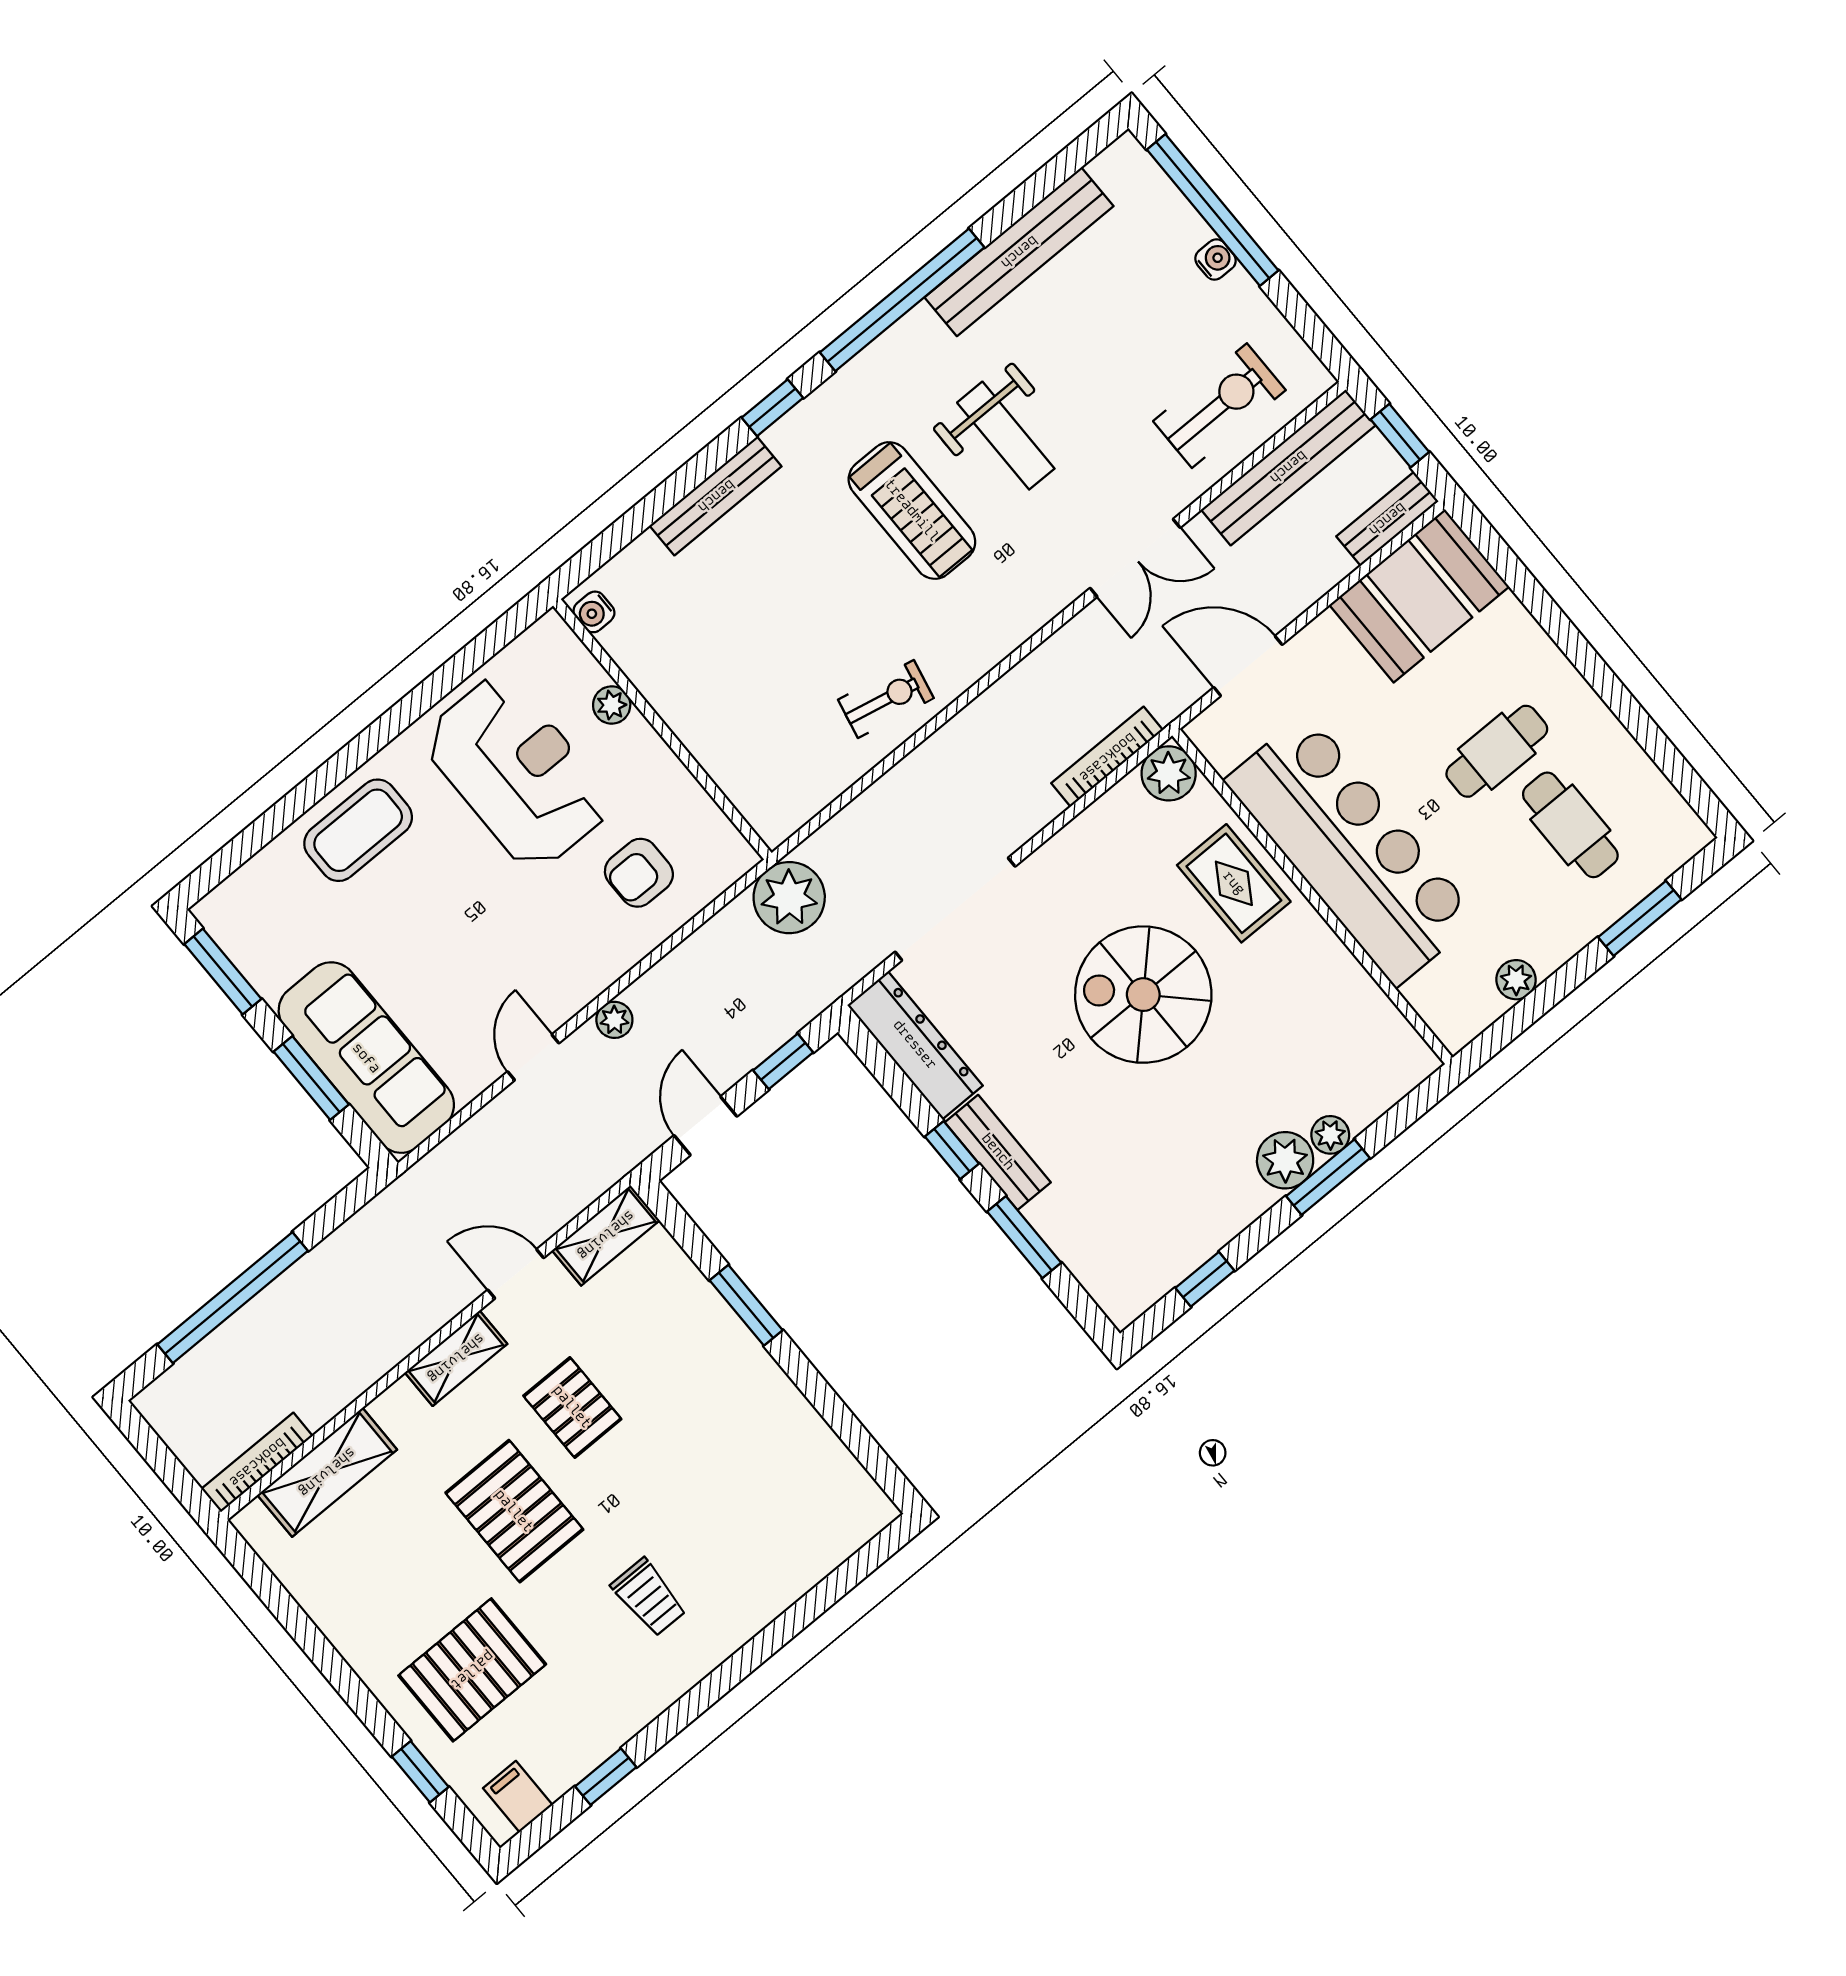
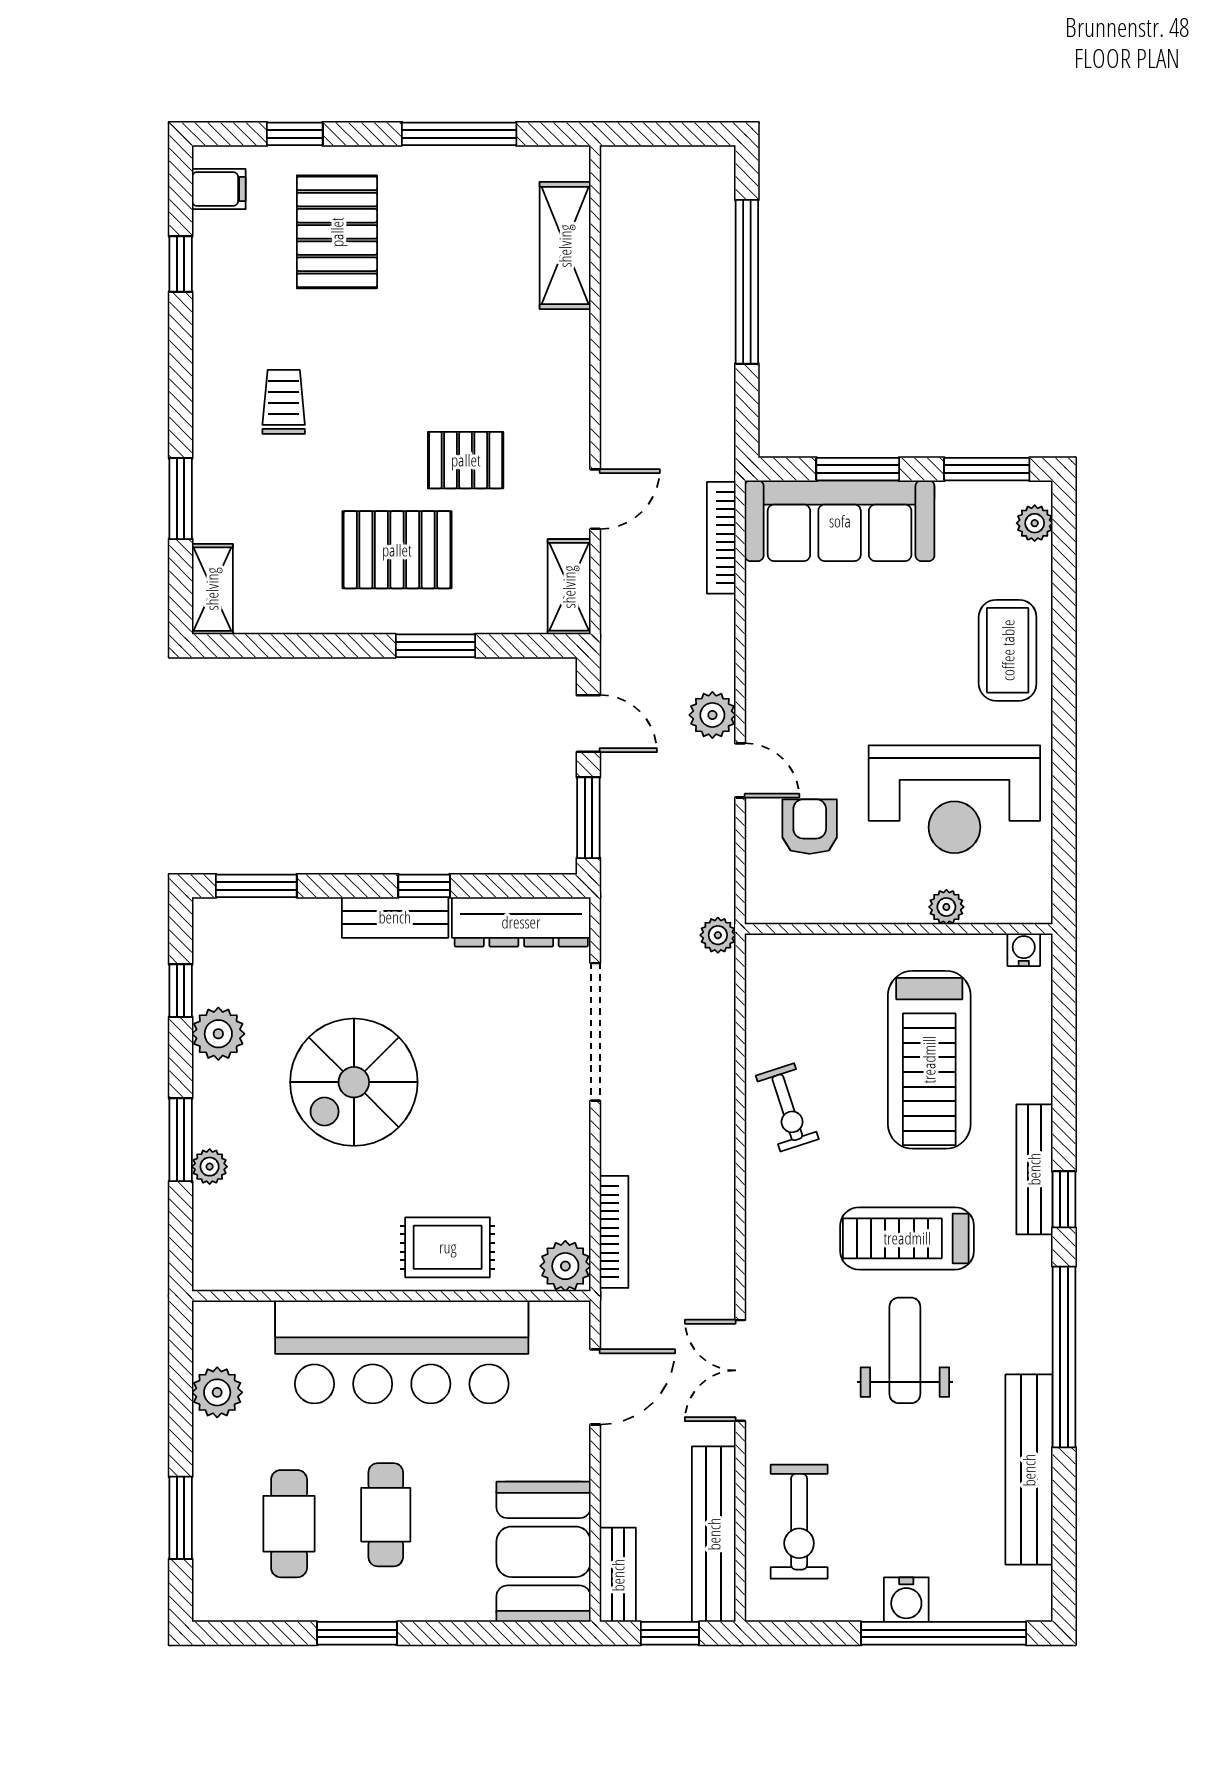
water cooler: (1215, 260) -> (906, 1600), width x1.38, depth x1.38
weight bench: (1006, 436) -> (905, 1350), turned 90
bench: (716, 496) -> (1034, 1169), moved
treadmill: (749, 615) -> (929, 1060), added
window: (1614, 694) -> (357, 1633), added
exercise bike: (886, 699) -> (787, 1107), turned -30
cafe table: (1570, 825) -> (289, 1524), turned 90
plant: (235, 895) -> (1035, 523), added
plant: (789, 898) -> (718, 935), width x0.53, depth x0.53
plant: (1516, 980) -> (217, 1392), width x1.38, depth x1.38
spiral stairs: (1143, 995) -> (354, 1082), moved, turned 180
plant: (614, 1020) -> (712, 715), width x1.38, depth x1.38
door: (533, 1057) -> (740, 770), moved
window: (783, 1061) -> (588, 818), width x1.50
plant: (1285, 1160) -> (218, 1034), moved
window: (1024, 1237) -> (256, 886), moved
shelving: (456, 1358) -> (212, 589), moved
bookcase: (257, 1462) -> (721, 538), moved, turned 180
pallet: (514, 1511) -> (397, 550), moved
trolley: (649, 1597) -> (284, 402), turned 90
window: (799, 1616) -> (181, 499), added
window: (308, 1636) -> (459, 134), added

